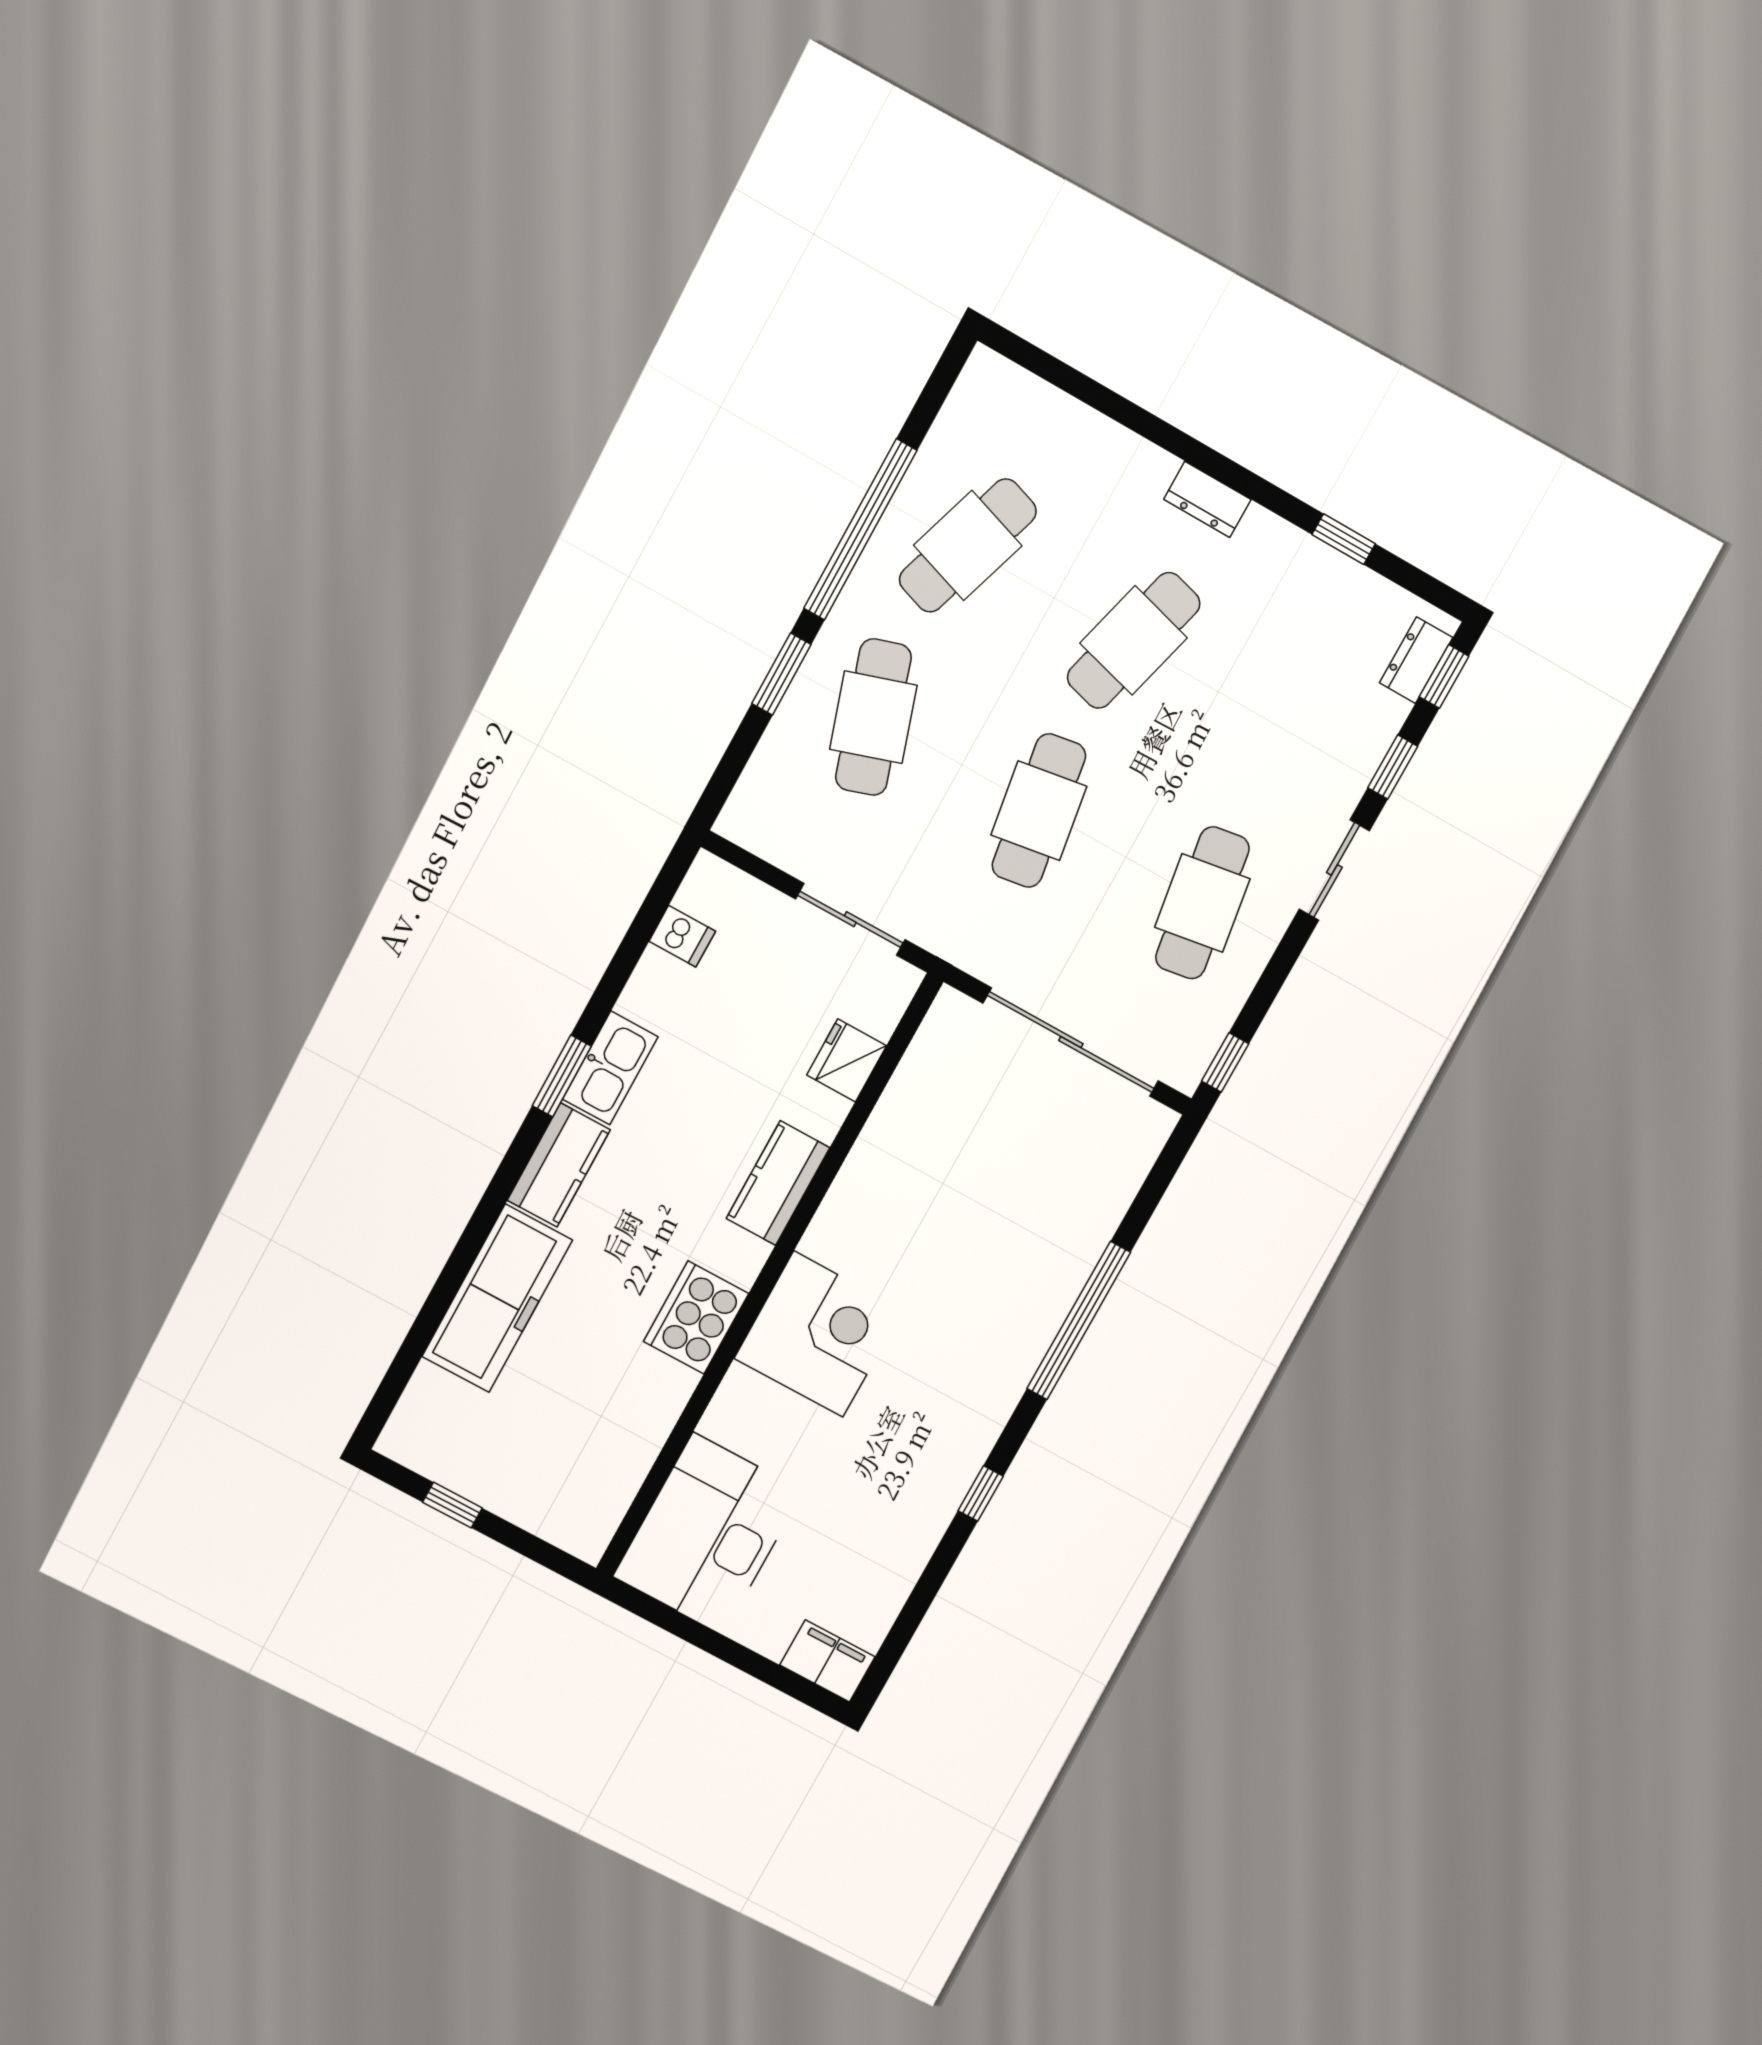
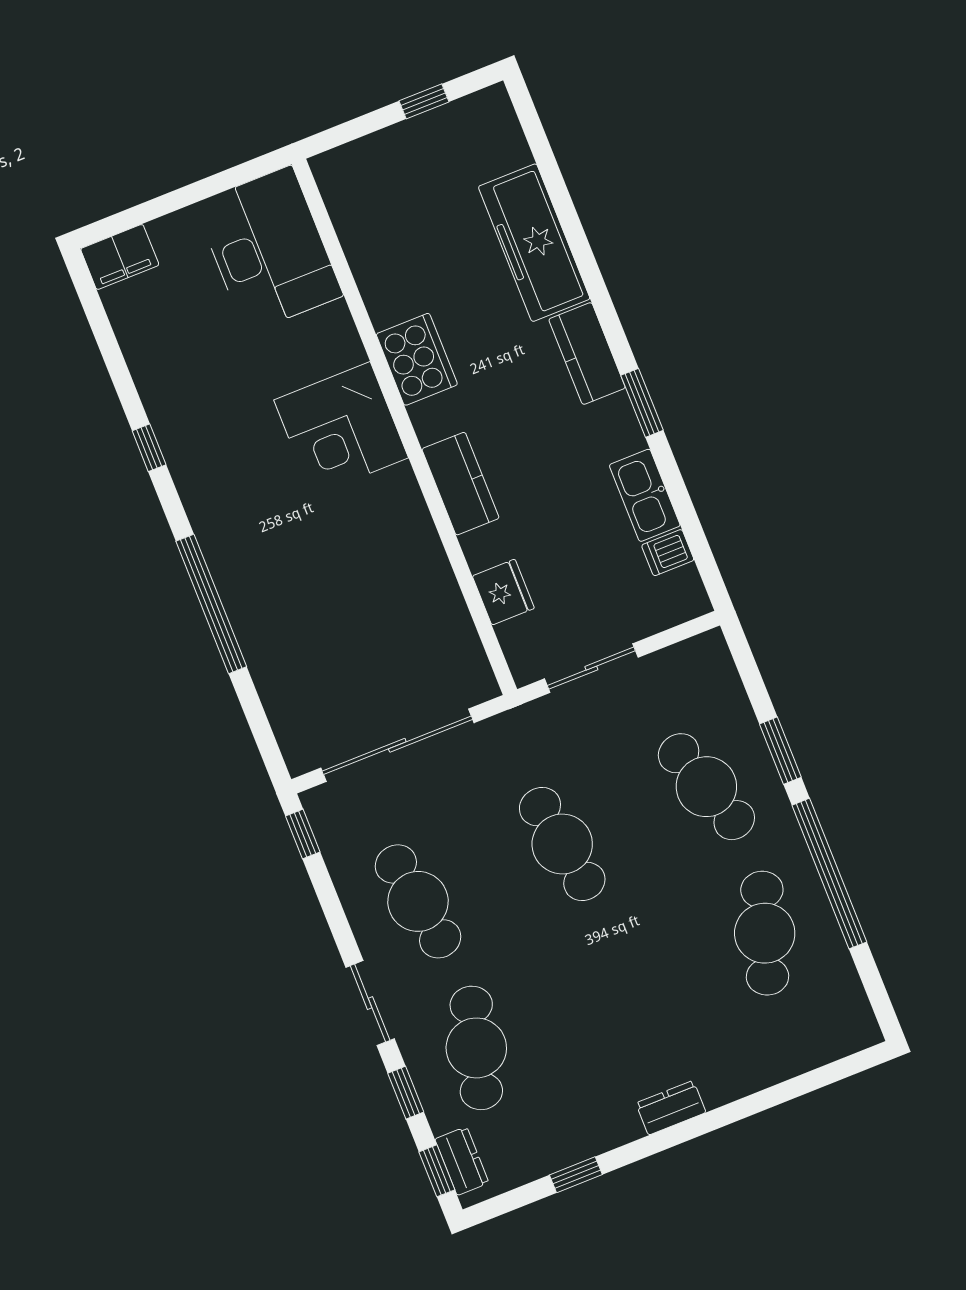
cafe table: (1134, 640) -> (476, 1048), moved
kitchen sink: (610, 1068) -> (645, 495), moved

